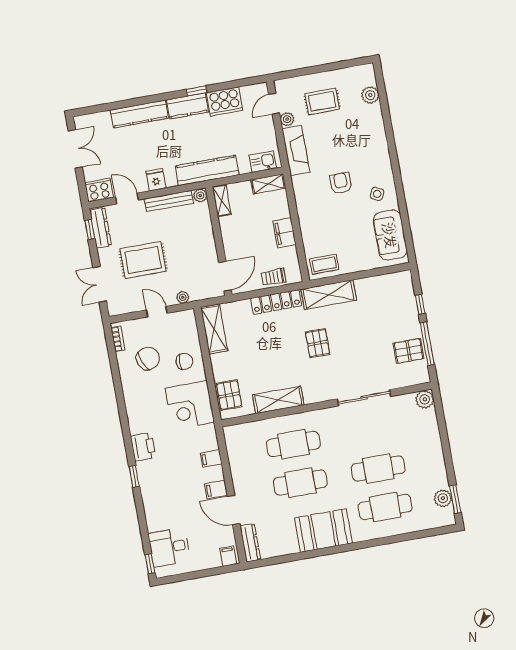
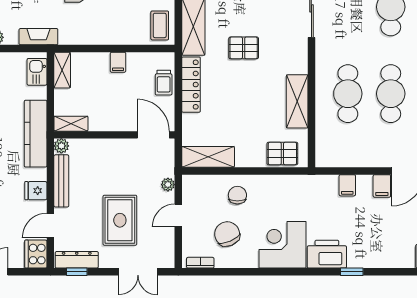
fireplace: (296, 150) -> (38, 37), width x0.73, depth x0.76
filing cabinet: (284, 233) -> (118, 62), width x0.50
corner desk: (190, 405) -> (283, 245), moved, turned 180
printer: (143, 447) -> (327, 254), width x1.37, depth x1.19

